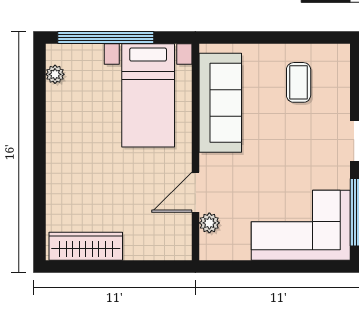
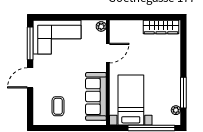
window: (40, 111) -> (183, 93), added
plant: (209, 223) -> (101, 26), moved

